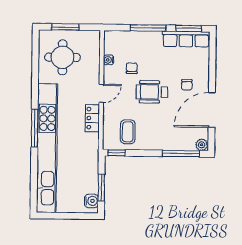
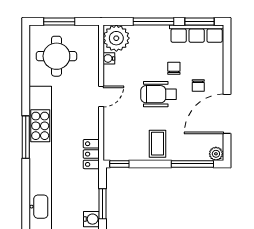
plant: (115, 42) -> (116, 38), added
chair: (132, 68) -> (174, 68), moved
locker: (92, 118) -> (91, 154), moved
coffee table: (128, 132) -> (158, 144), moved

